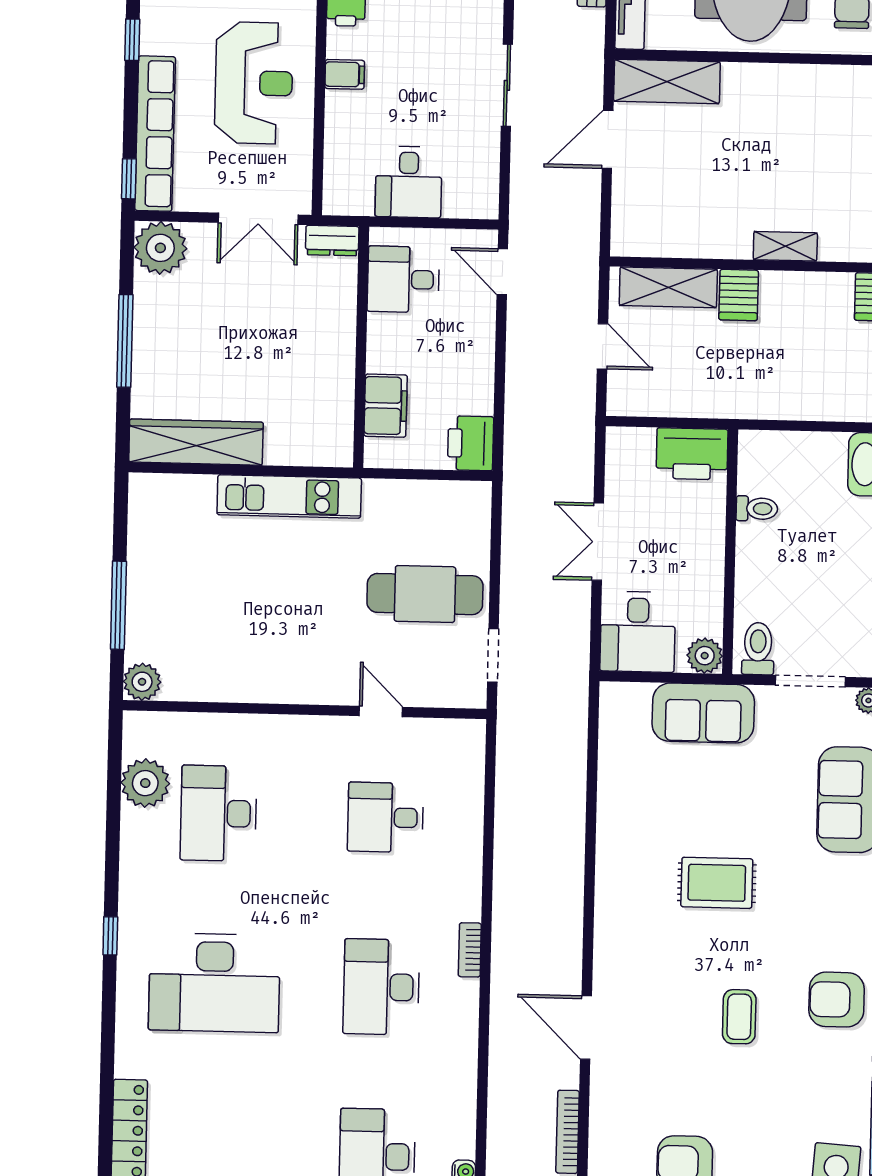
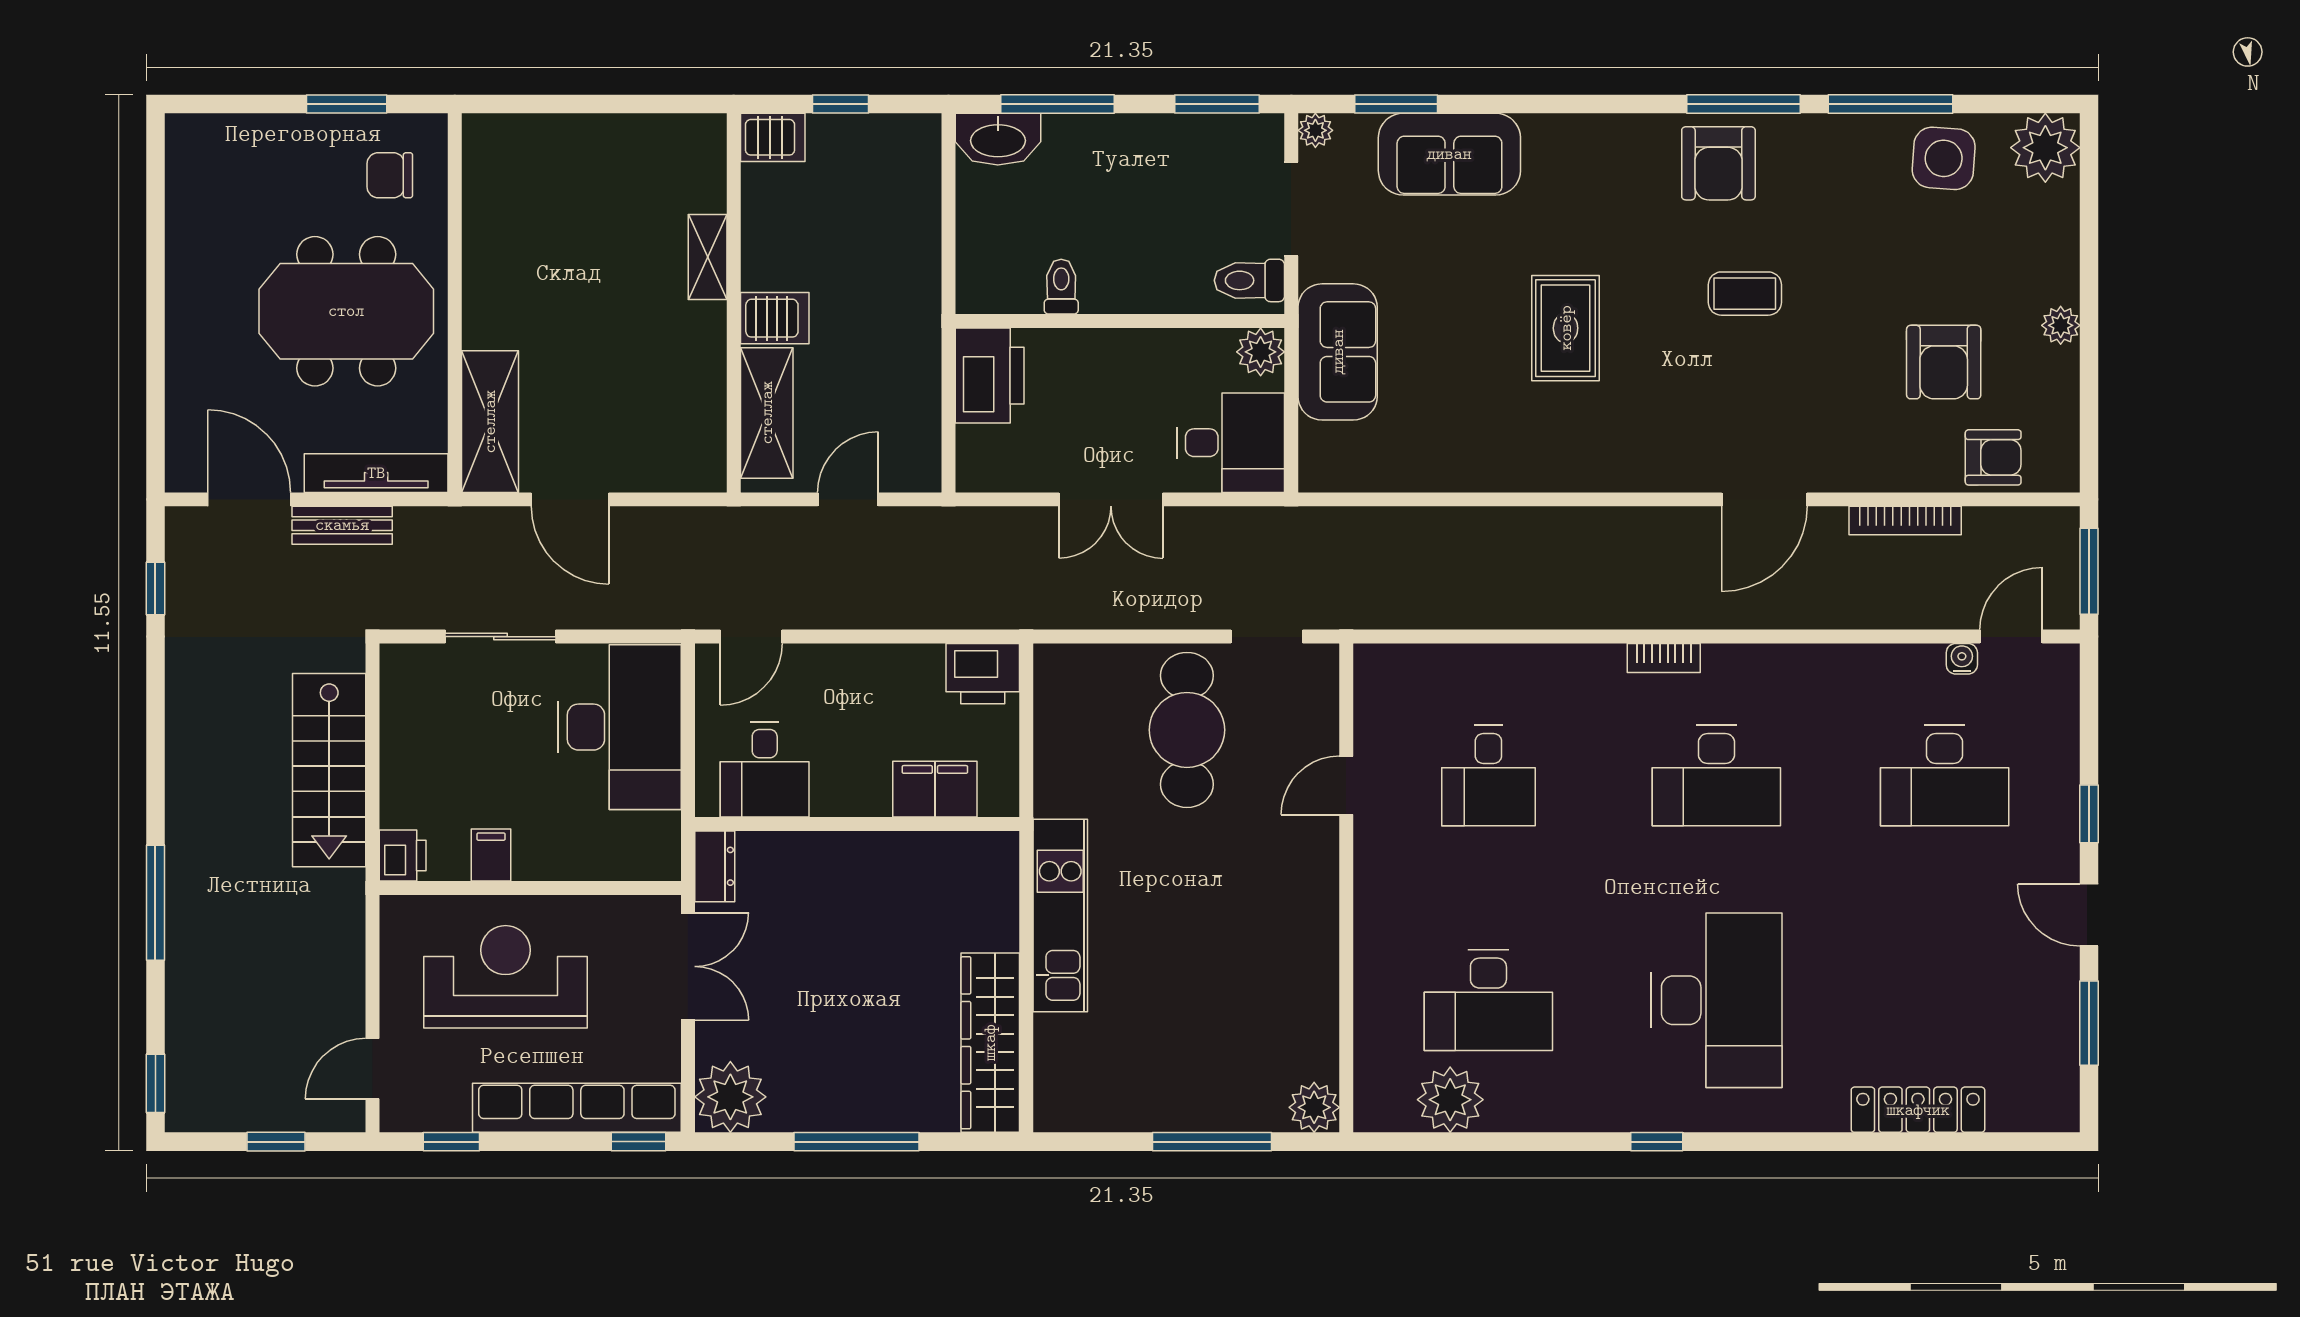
desk: (409, 182) -> (619, 727), width x1.87, depth x1.30

